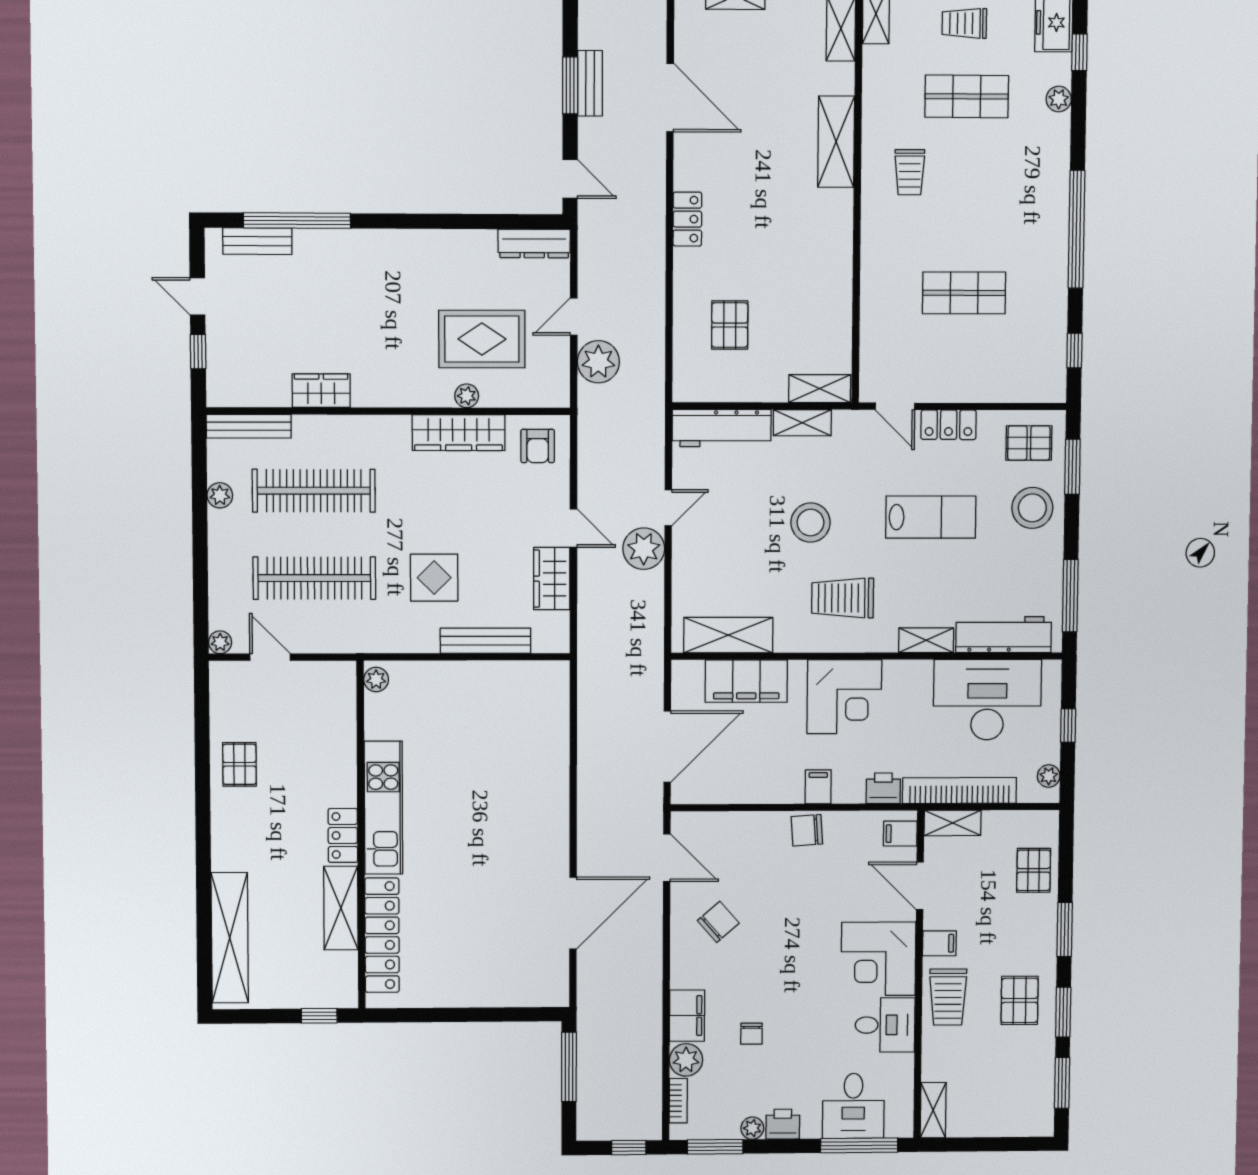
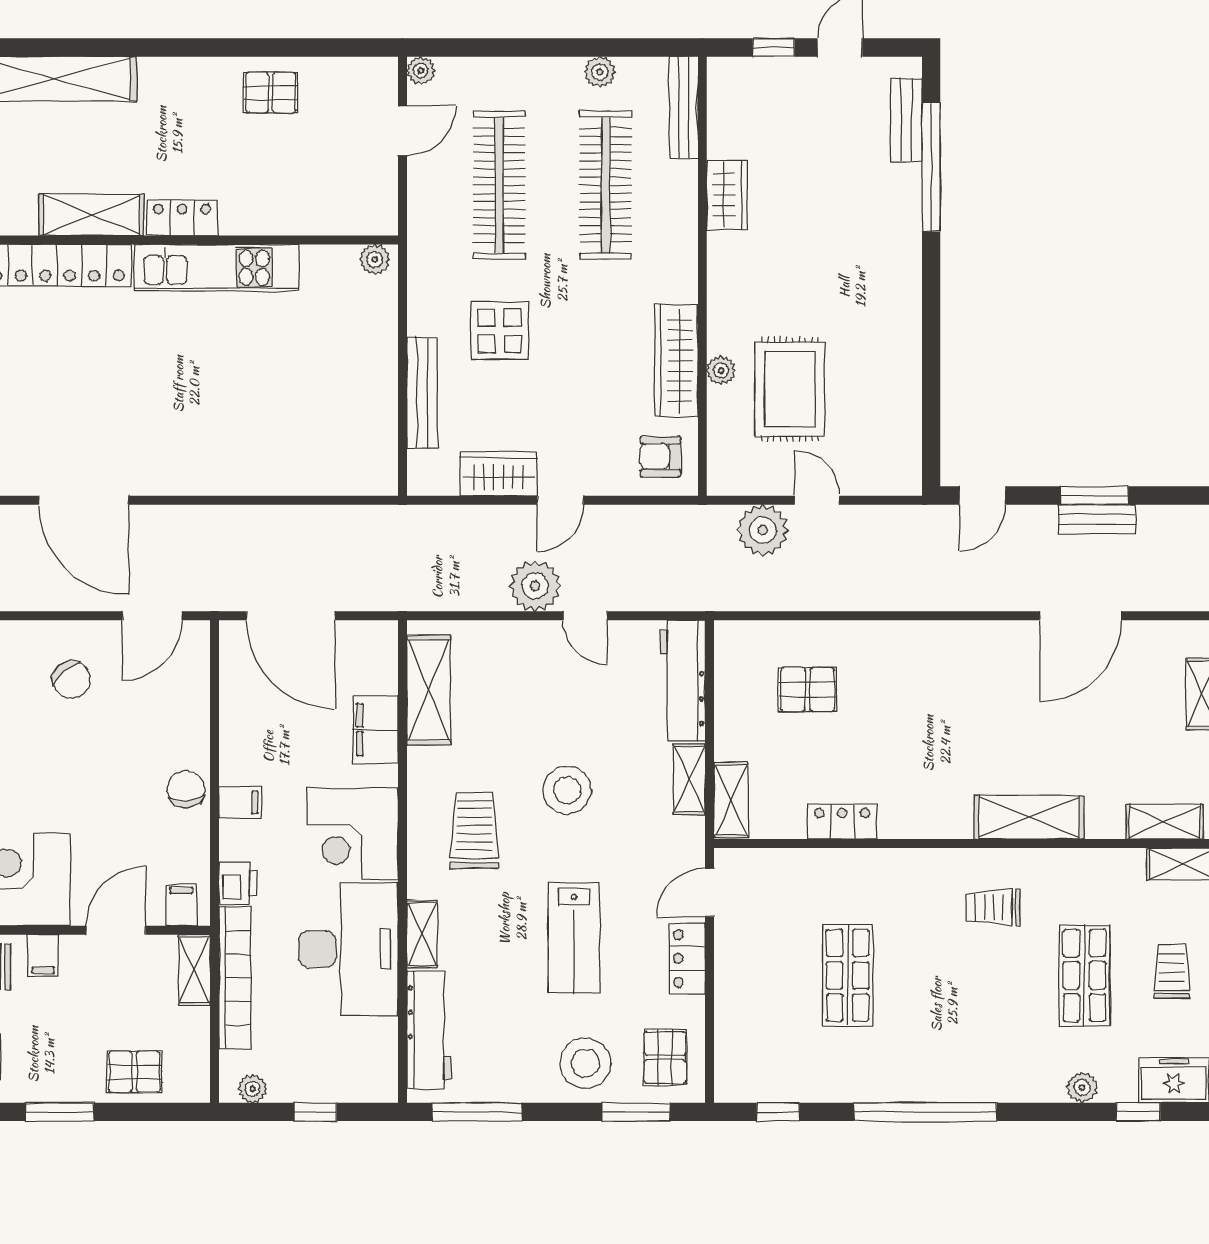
locker: (687, 219) -> (842, 822), moved, turned 180
dresser: (534, 244) -> (905, 452), removed
filing cabinet: (746, 681) -> (376, 730), width x0.67, depth x0.86
desk: (987, 700) -> (348, 949), moved

